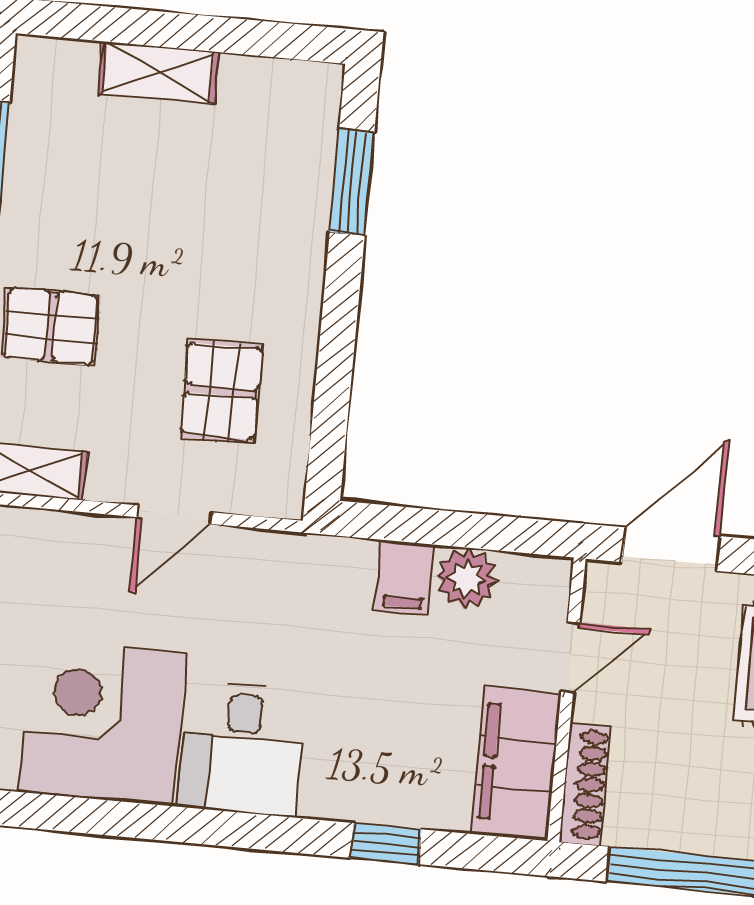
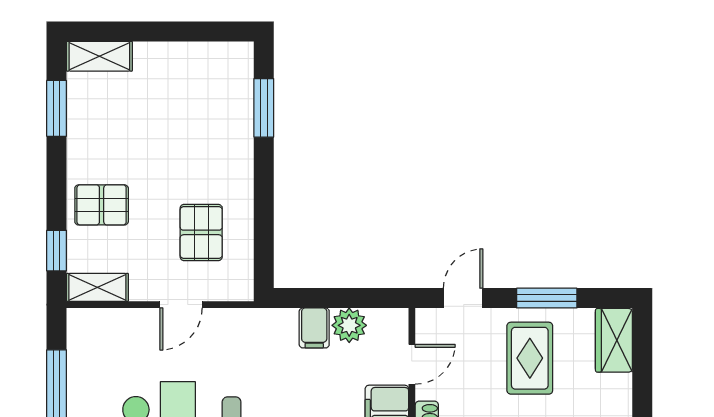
shelving: (158, 73) -> (99, 56), moved
door: (671, 549) -> (463, 298), width x0.73

